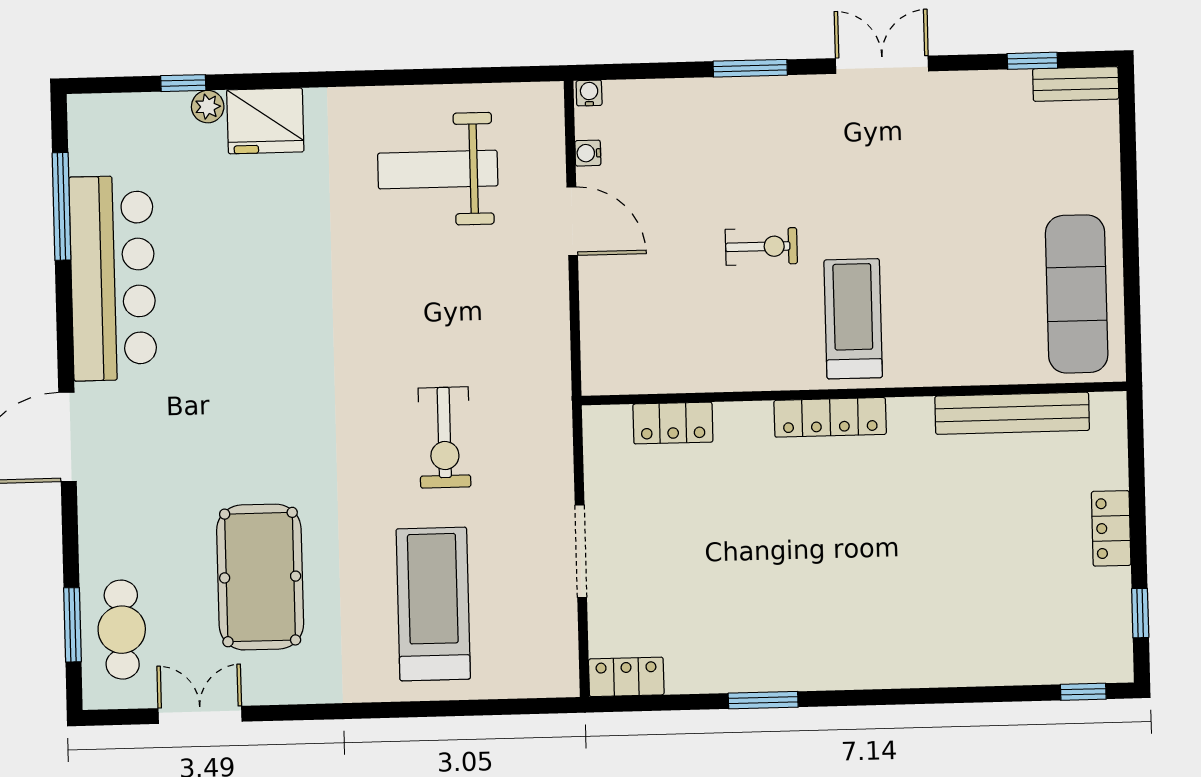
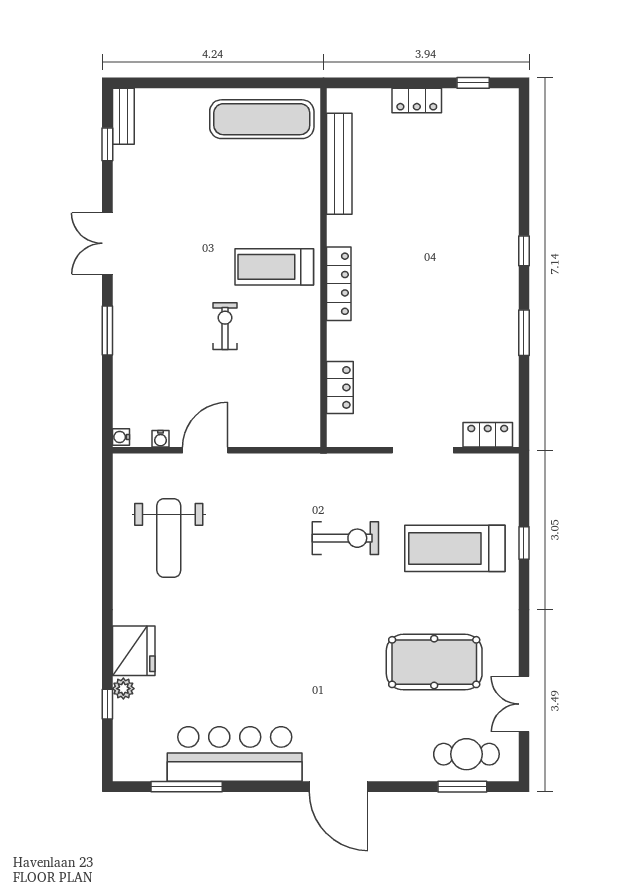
locker: (626, 677) -> (488, 435), moved, turned 90
window: (1083, 692) -> (524, 251), moved
window: (444, 708) -> (524, 543), added

